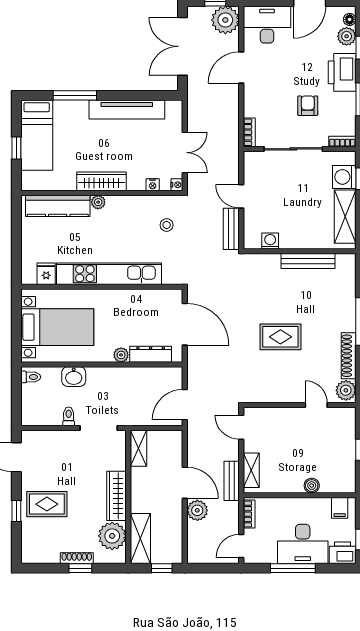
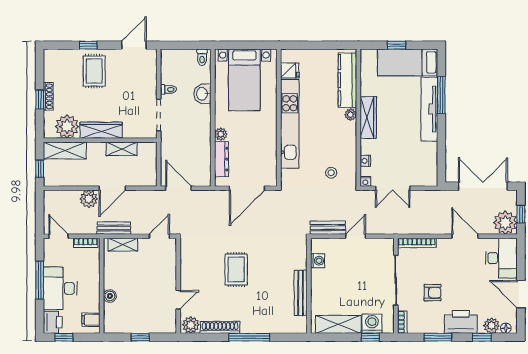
tv unit: (127, 109) -> (429, 109), moved
bookcase: (249, 132) -> (417, 243), width x1.56
shelving: (138, 448) -> (122, 149), moved

